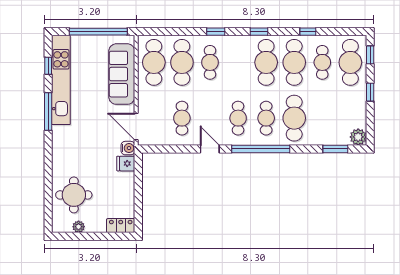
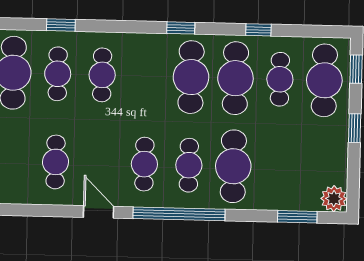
window: (216, 32) -> (61, 25), moved
cafe table: (182, 62) -> (58, 74), width x0.73, depth x0.74

